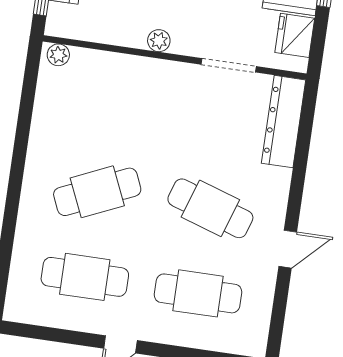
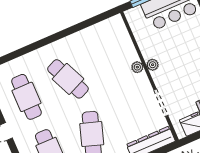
plant: (58, 55) -> (137, 67), moved

